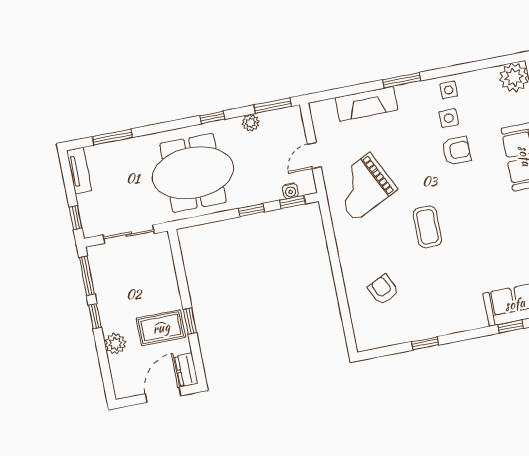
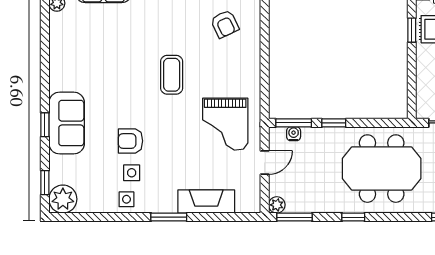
plant: (251, 123) -> (277, 205), moved
grand piano: (362, 187) -> (225, 124), turned 116
window: (293, 202) -> (294, 123), width x1.50

